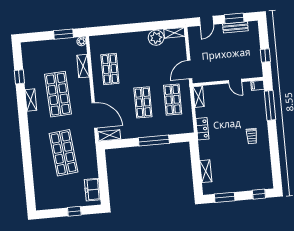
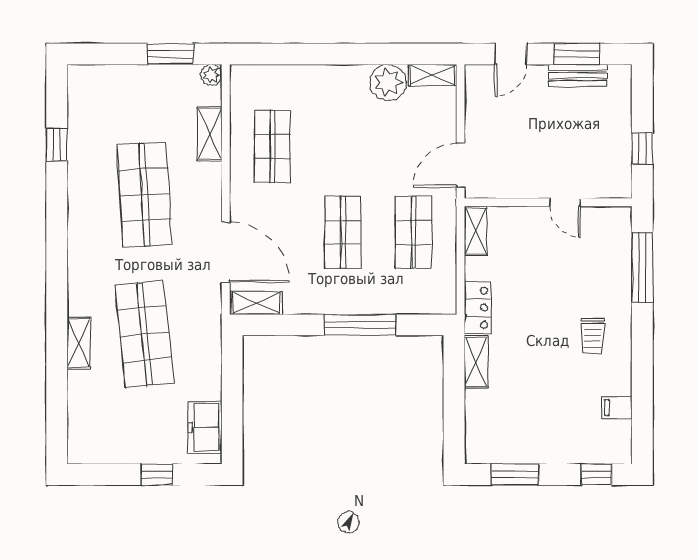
filing cabinet: (257, 85) -> (617, 408), moved
shelving: (31, 100) -> (79, 343), moved
shelving: (206, 171) -> (476, 362), moved

